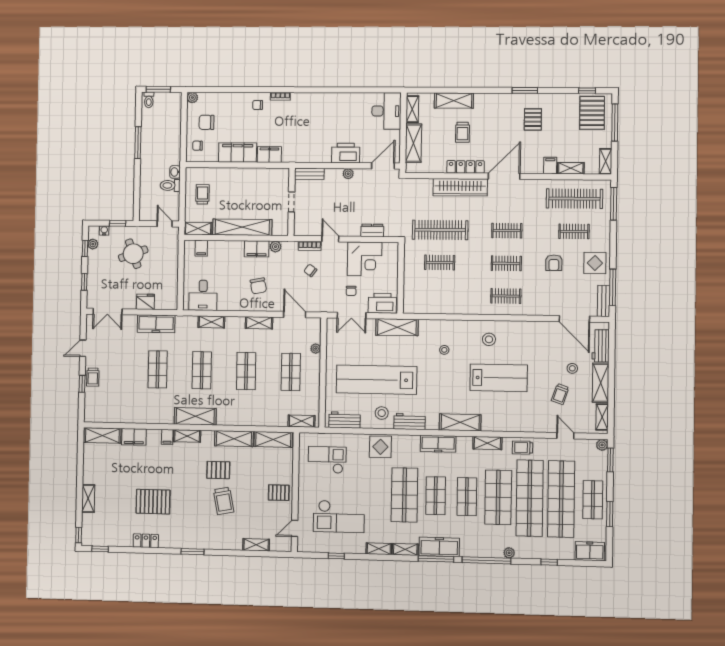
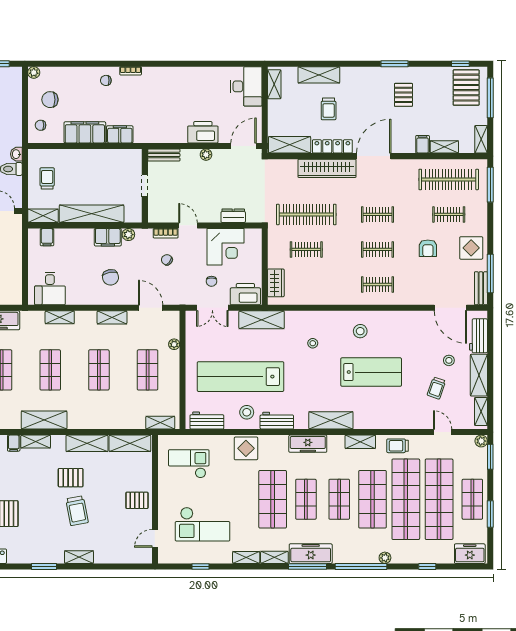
shelving: (413, 143) -> (290, 145), moved, turned 90
wardrobe: (411, 293) -> (276, 283), added
shelving: (256, 545) -> (79, 557), moved

